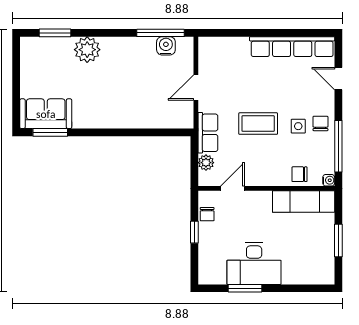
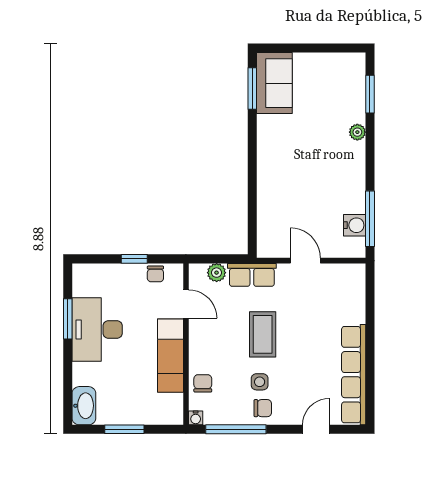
plant: (87, 50) -> (357, 132), width x0.53, depth x0.53
exam couch: (304, 202) -> (170, 356), moved
chair: (207, 214) -> (155, 274), turned -90
washbasin: (318, 275) -> (84, 406), added

